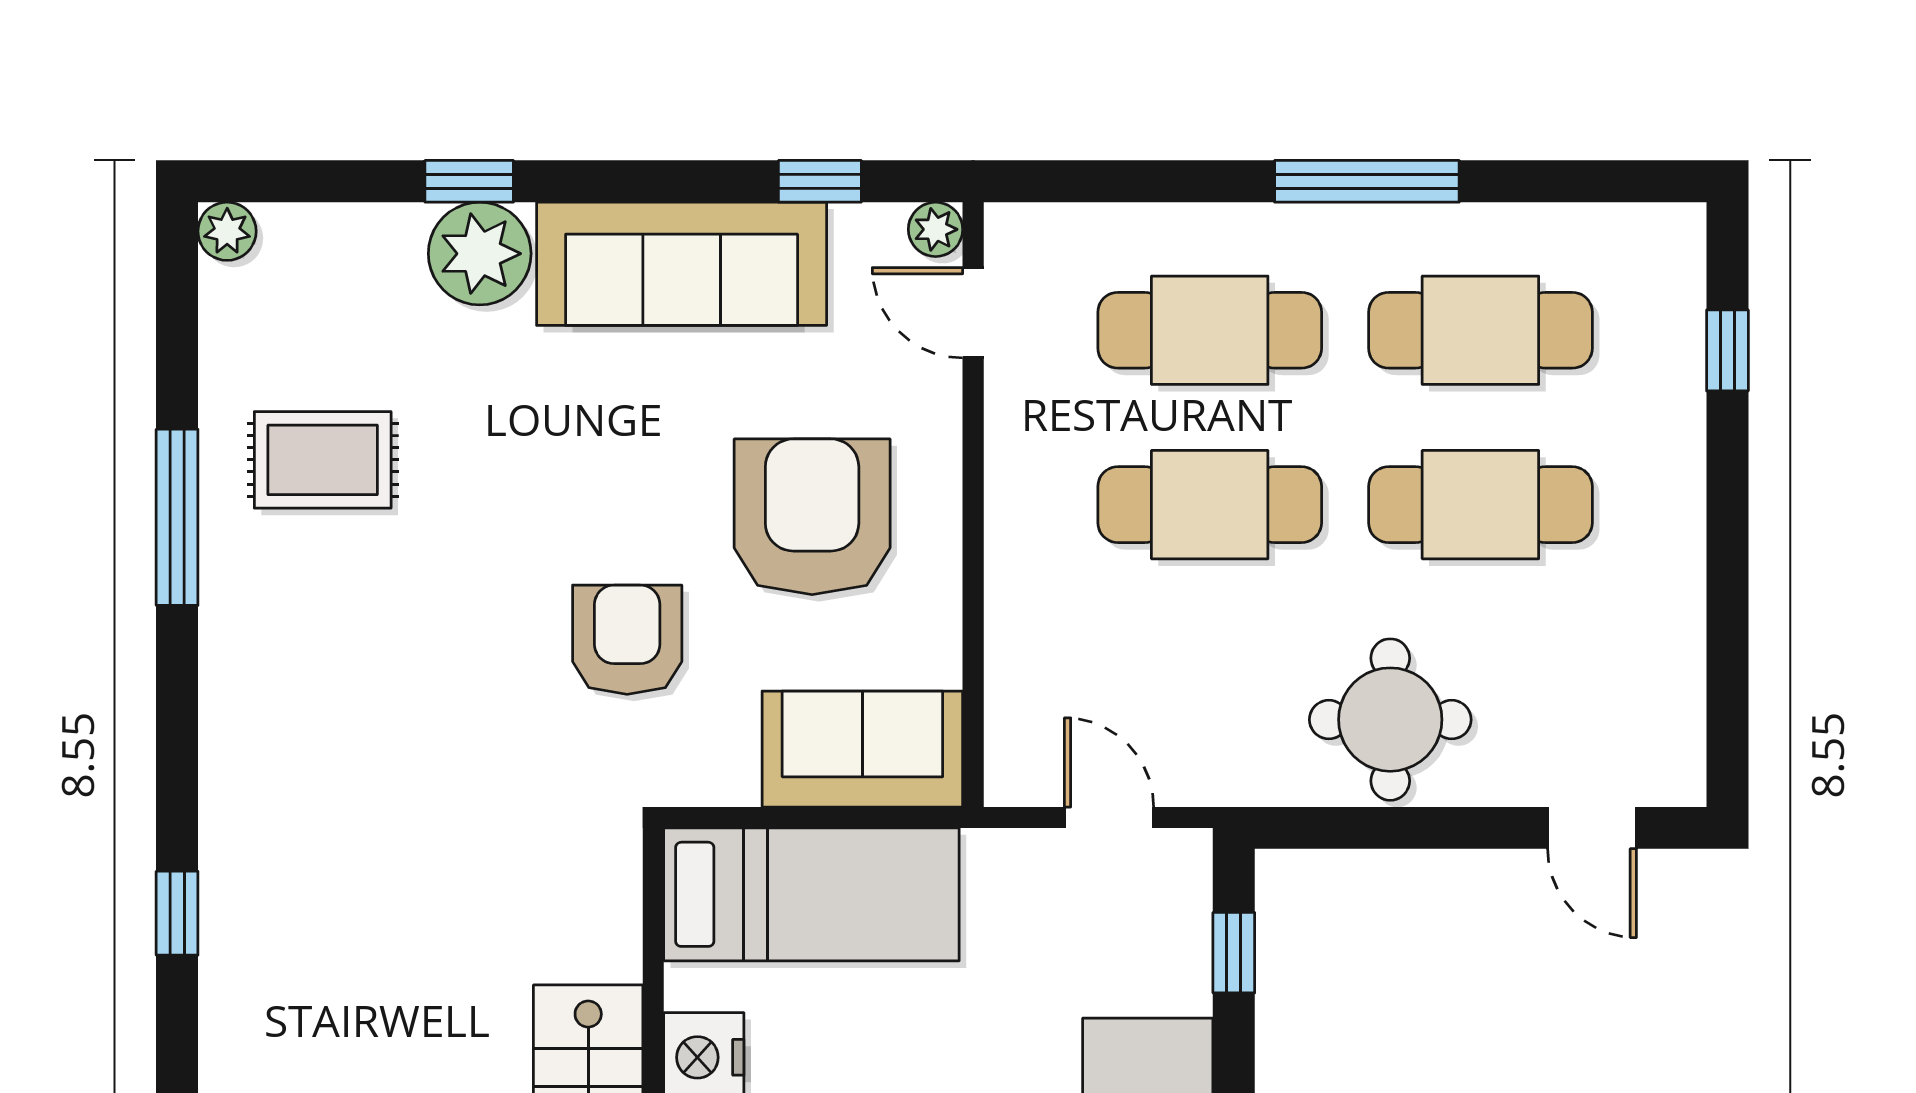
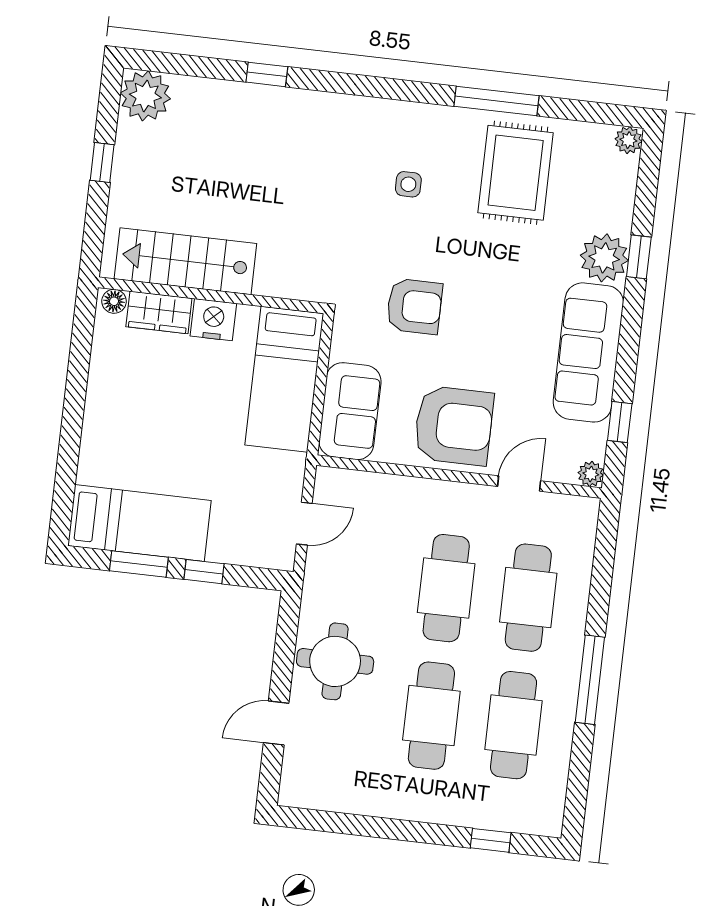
door: (973, 313) -> (519, 484), moved
rug: (323, 460) -> (516, 173), width x1.36, depth x1.43
armchair: (812, 517) -> (454, 426), moved
side table: (373, 682) -> (408, 184), added
door: (1592, 828) -> (276, 723), moved
window: (177, 913) -> (267, 74), moved
window: (1234, 953) -> (204, 572), moved

